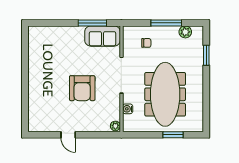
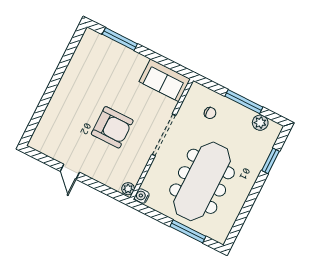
window: (92, 23) -> (120, 39), moved
armchair: (82, 88) -> (112, 127), turned -90
water cooler: (128, 109) -> (142, 196), moved
window: (173, 135) -> (188, 231), width x1.44

